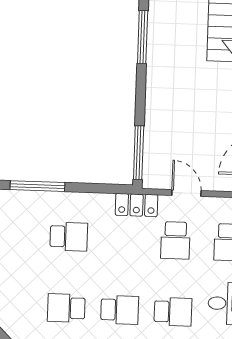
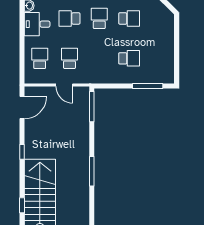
locker: (137, 205) -> (92, 77), removed
school desk: (69, 237) -> (129, 58), turned 180
school desk: (120, 310) -> (99, 18), turned 90

